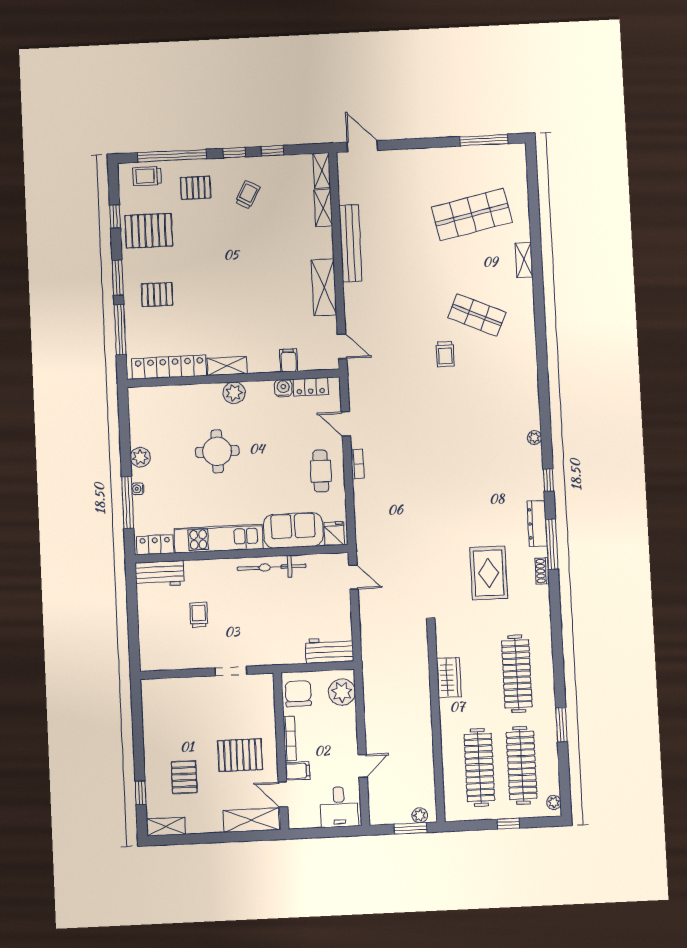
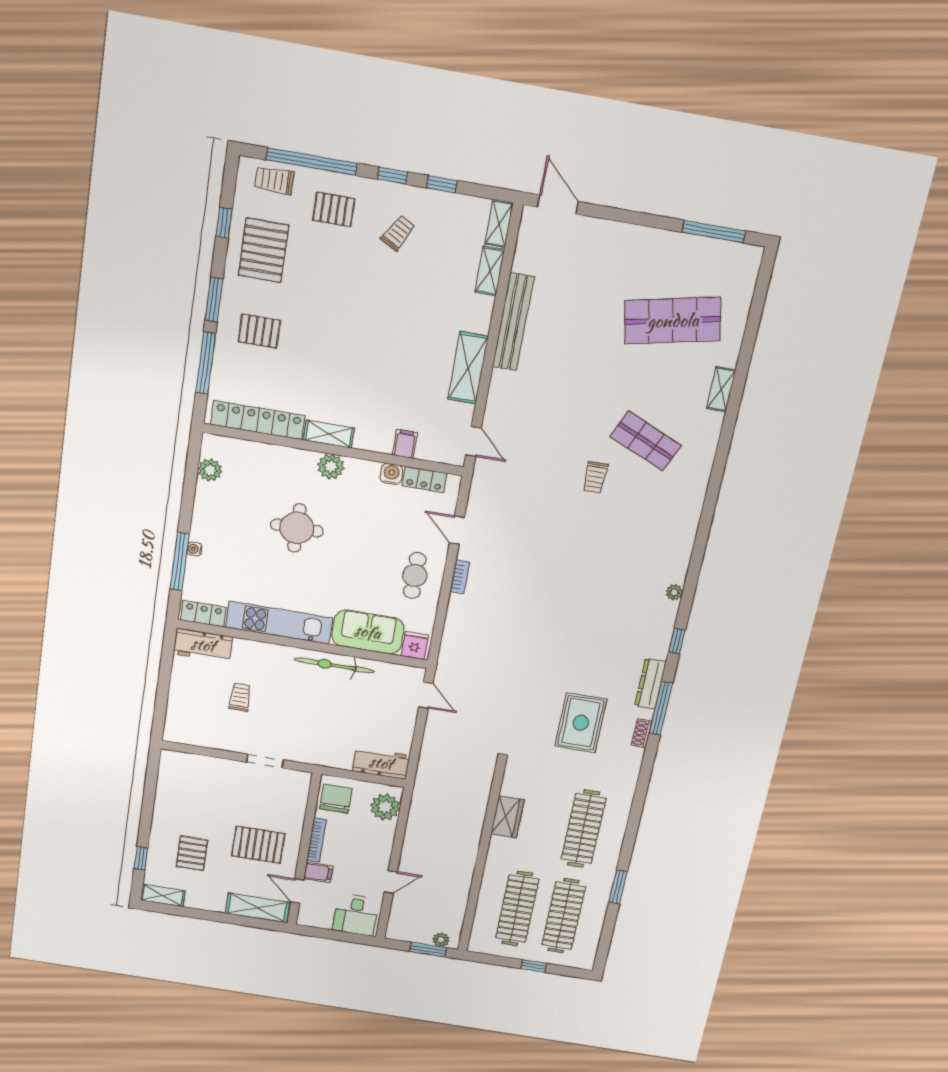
pallet: (149, 231) -> (264, 250), turned 90
plant: (140, 457) -> (210, 470), moved
plant: (554, 802) -> (588, 957), removed

